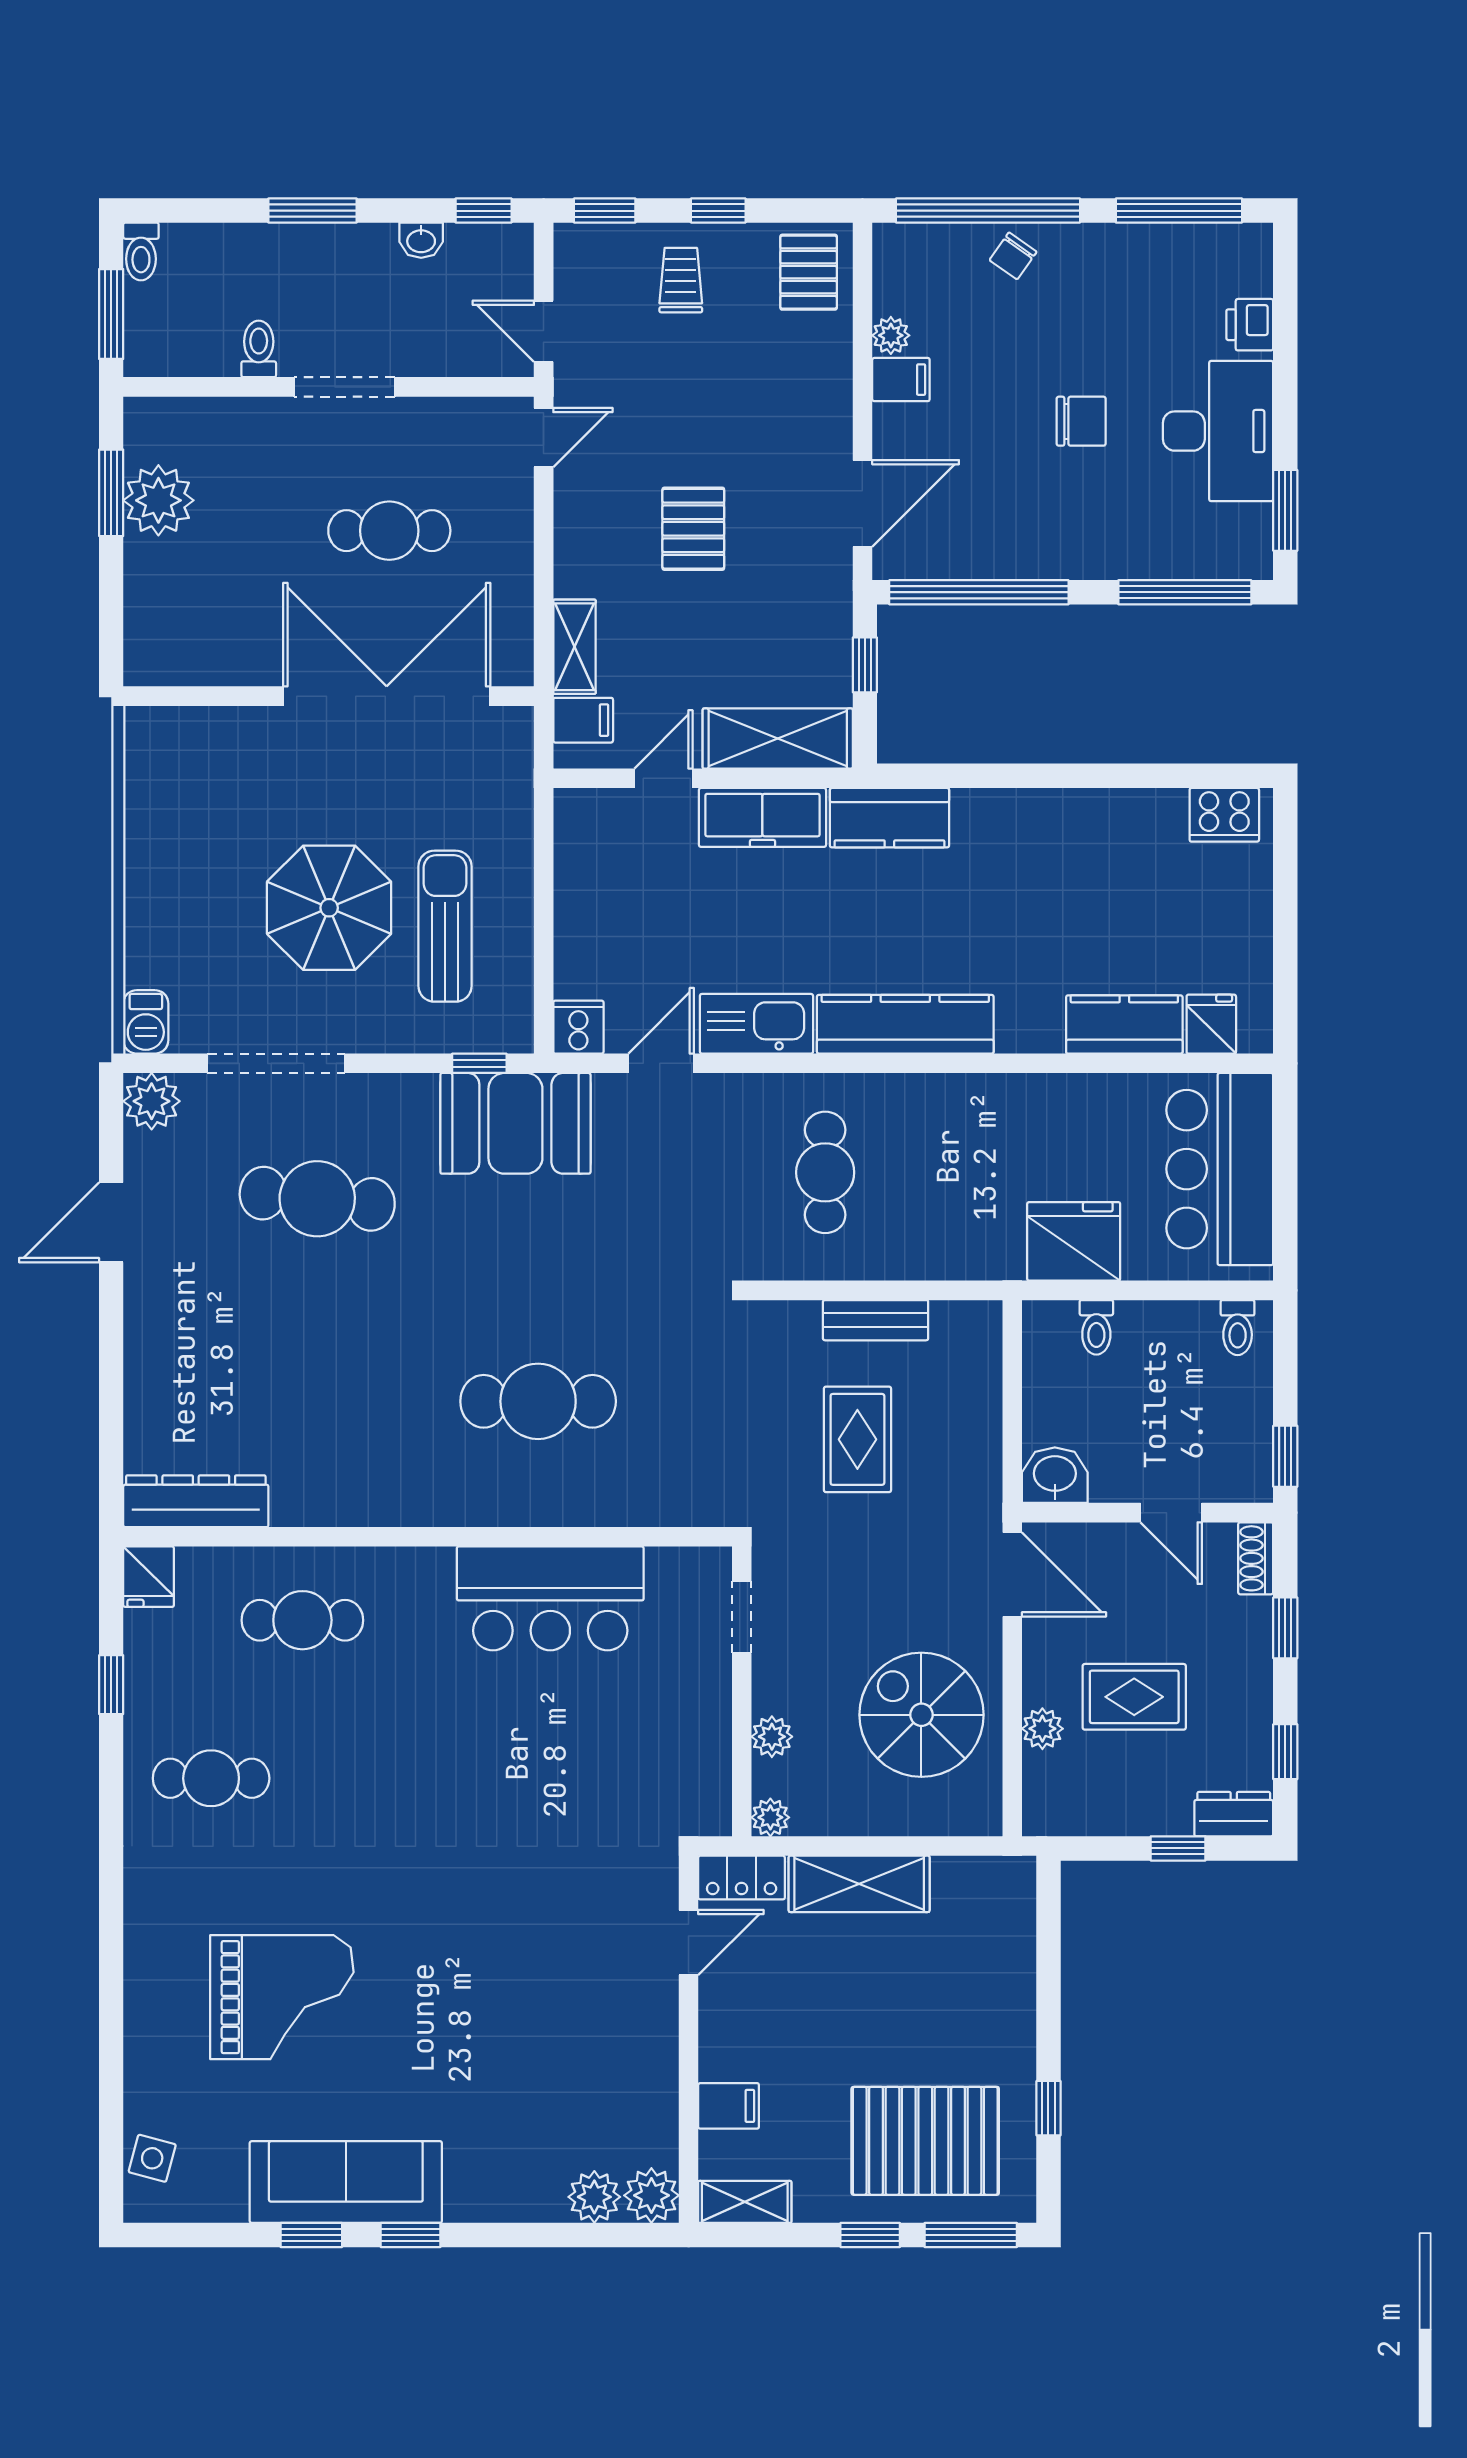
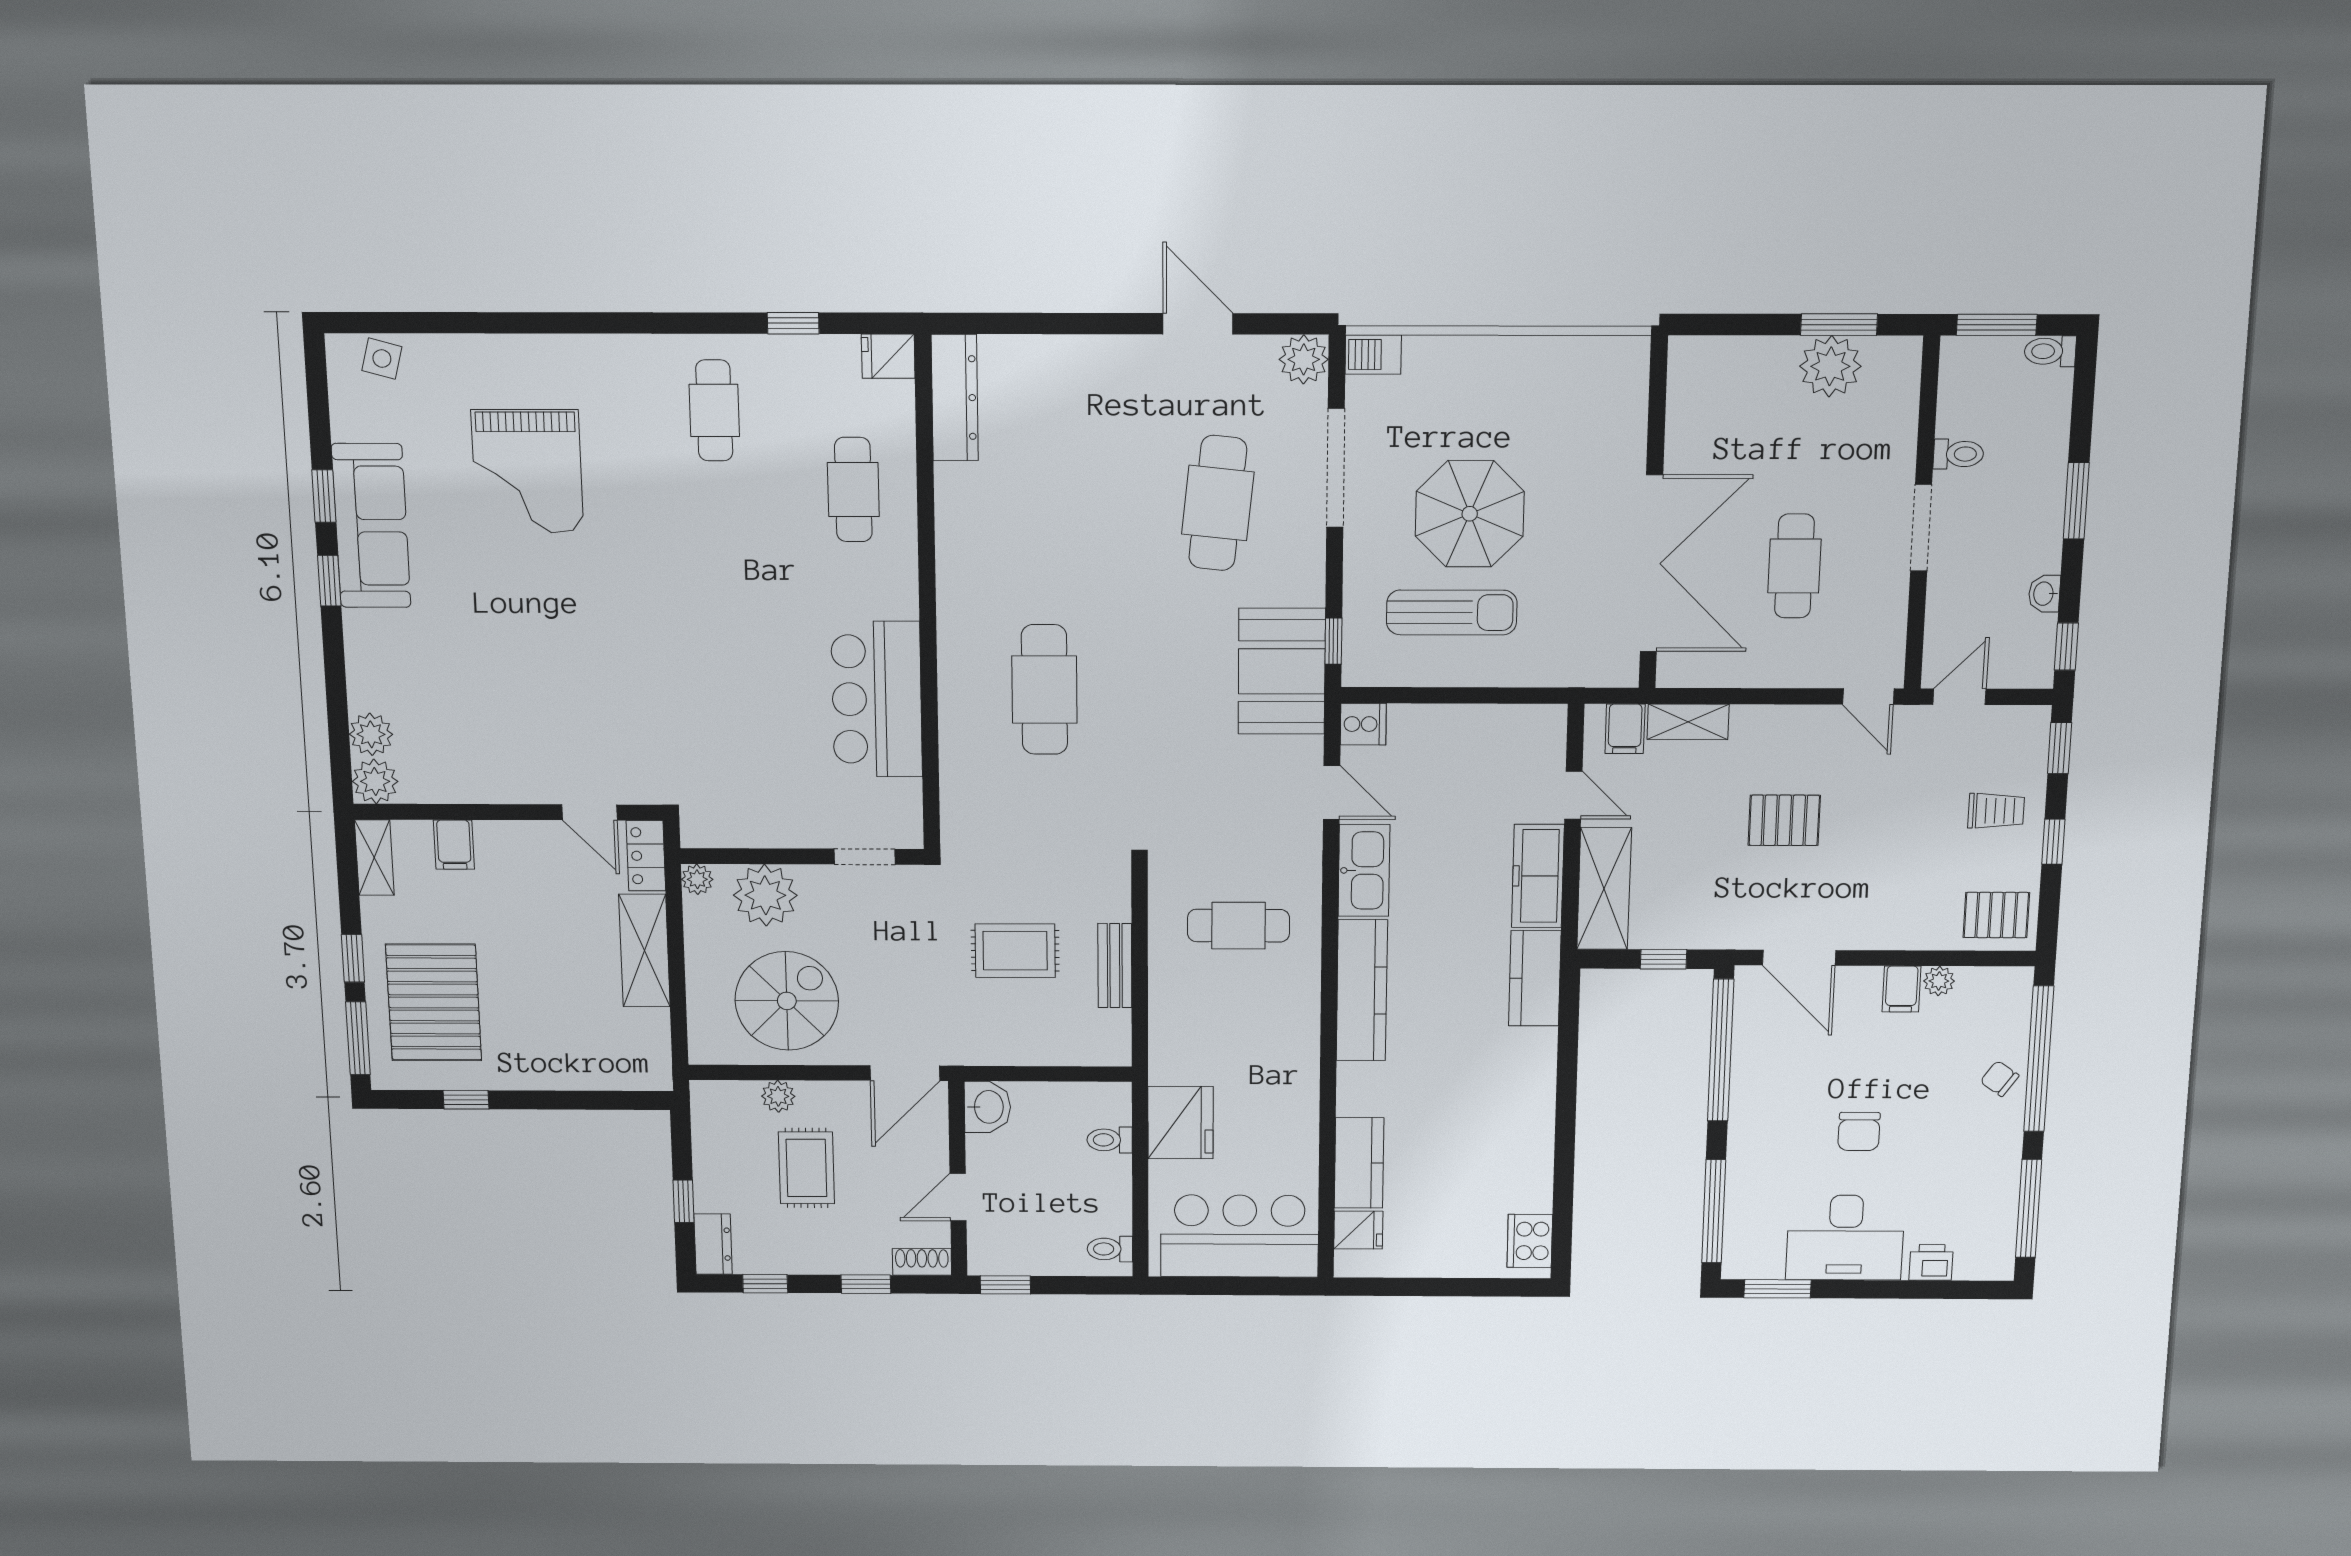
plant: (772, 1737) -> (765, 895), width x1.87, depth x1.87

